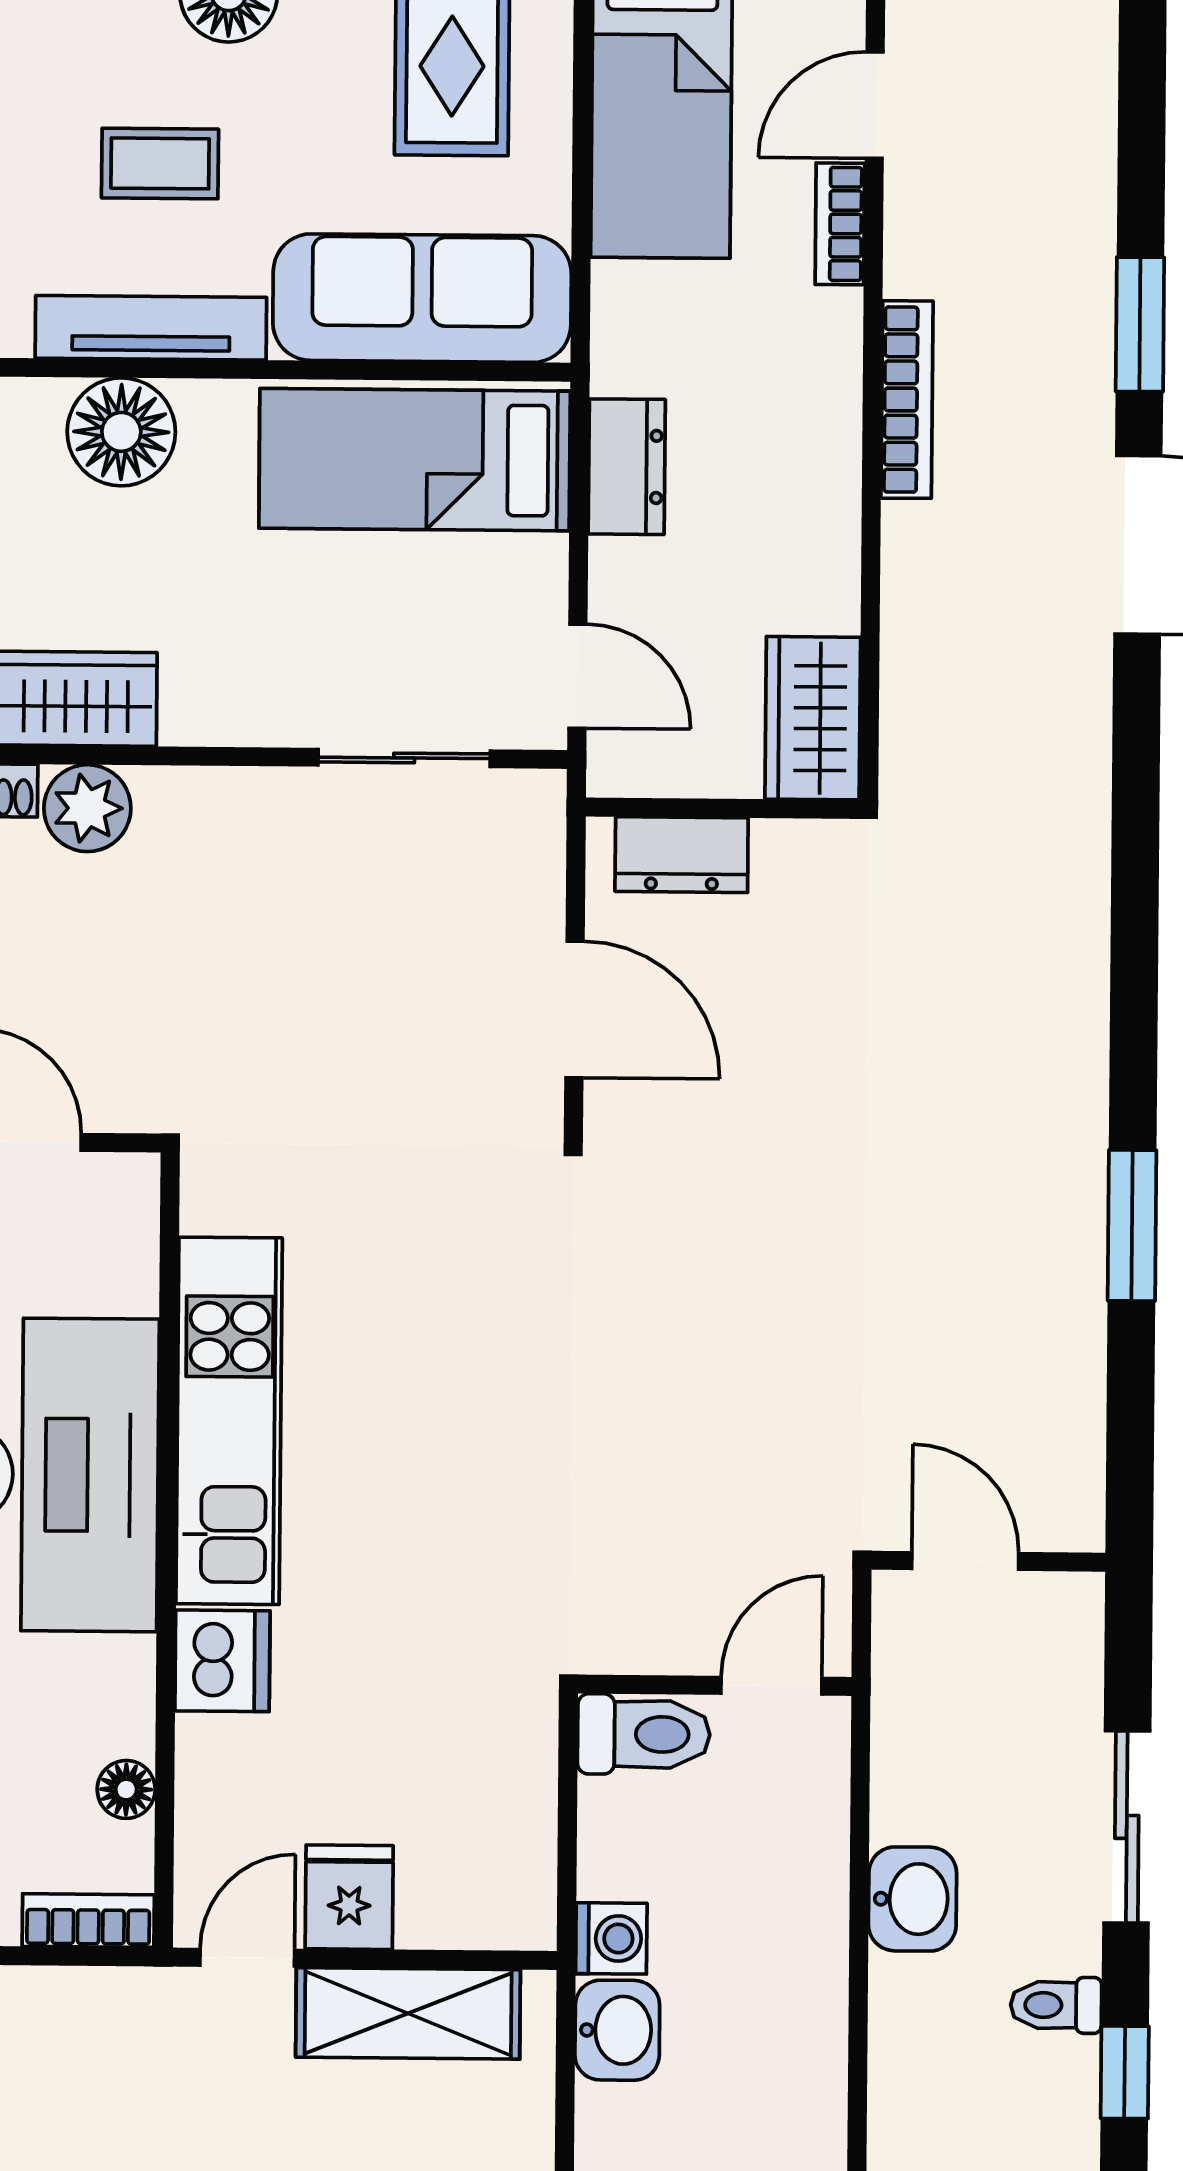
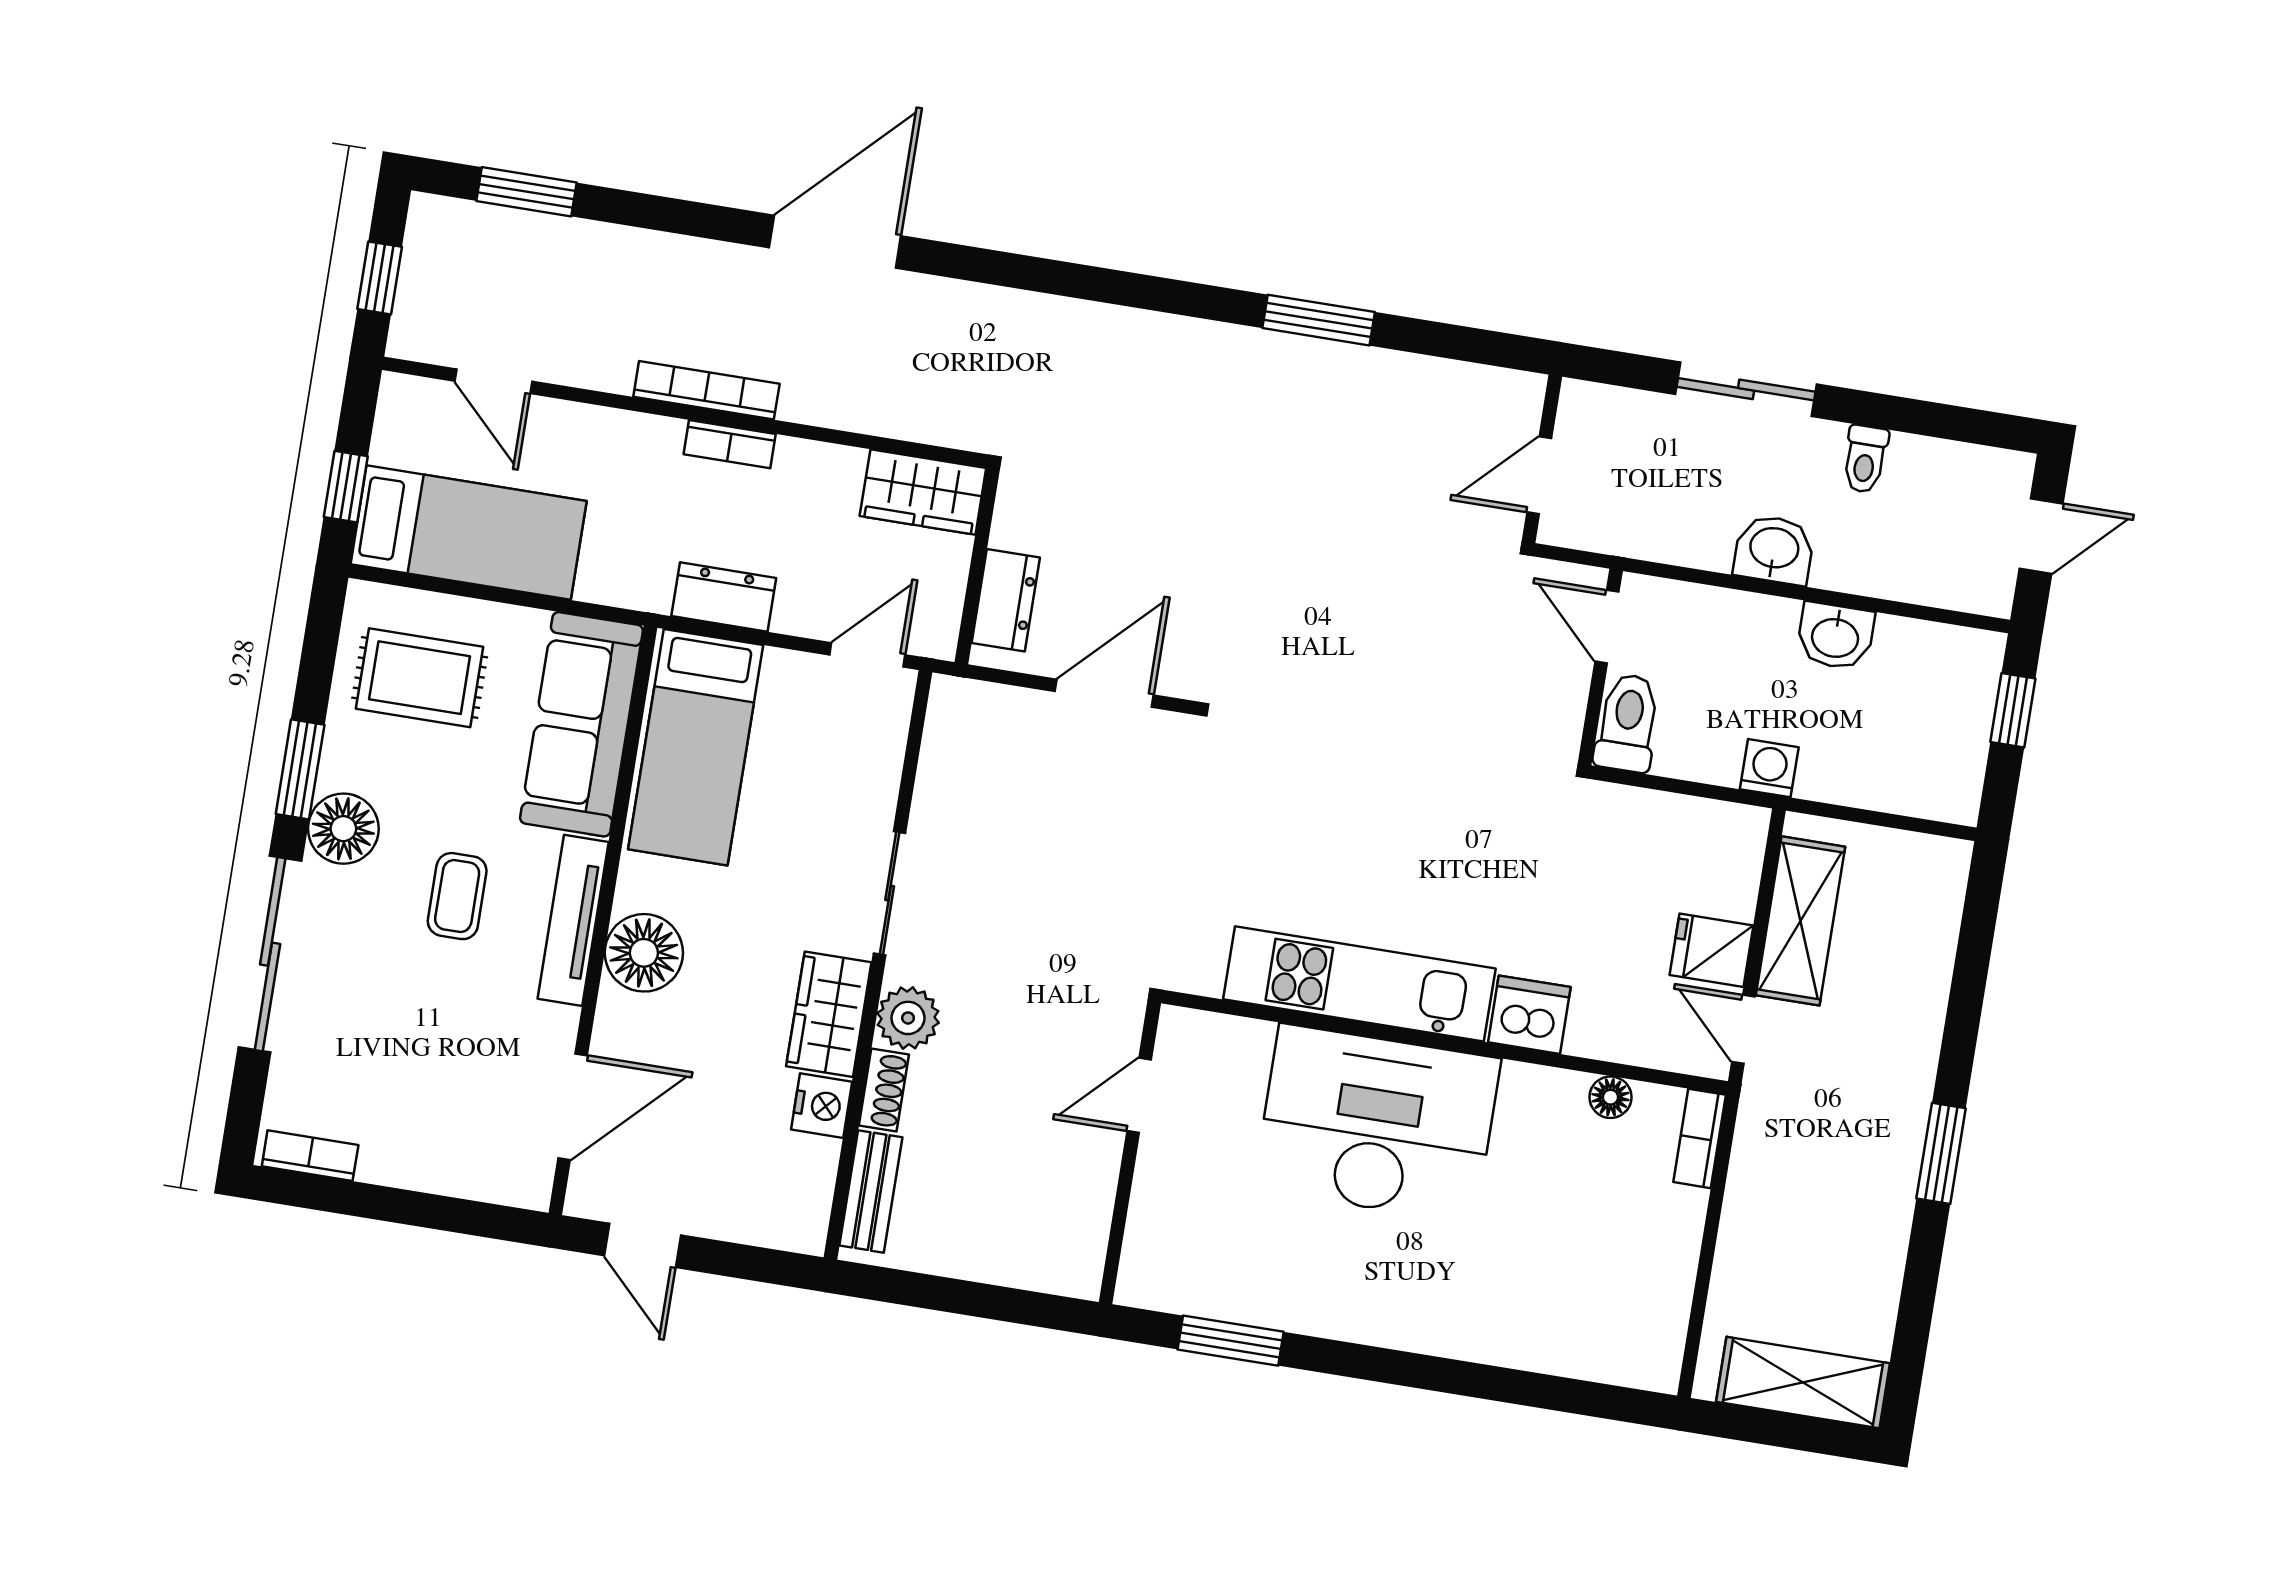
bookcase: (840, 224) -> (730, 444), moved
window: (1140, 324) -> (527, 192), moved
sliding door: (404, 758) -> (890, 893), moved
washbasin: (617, 2030) -> (1835, 636), moved, turned 180
window: (1125, 2072) -> (1920, 418), removed

